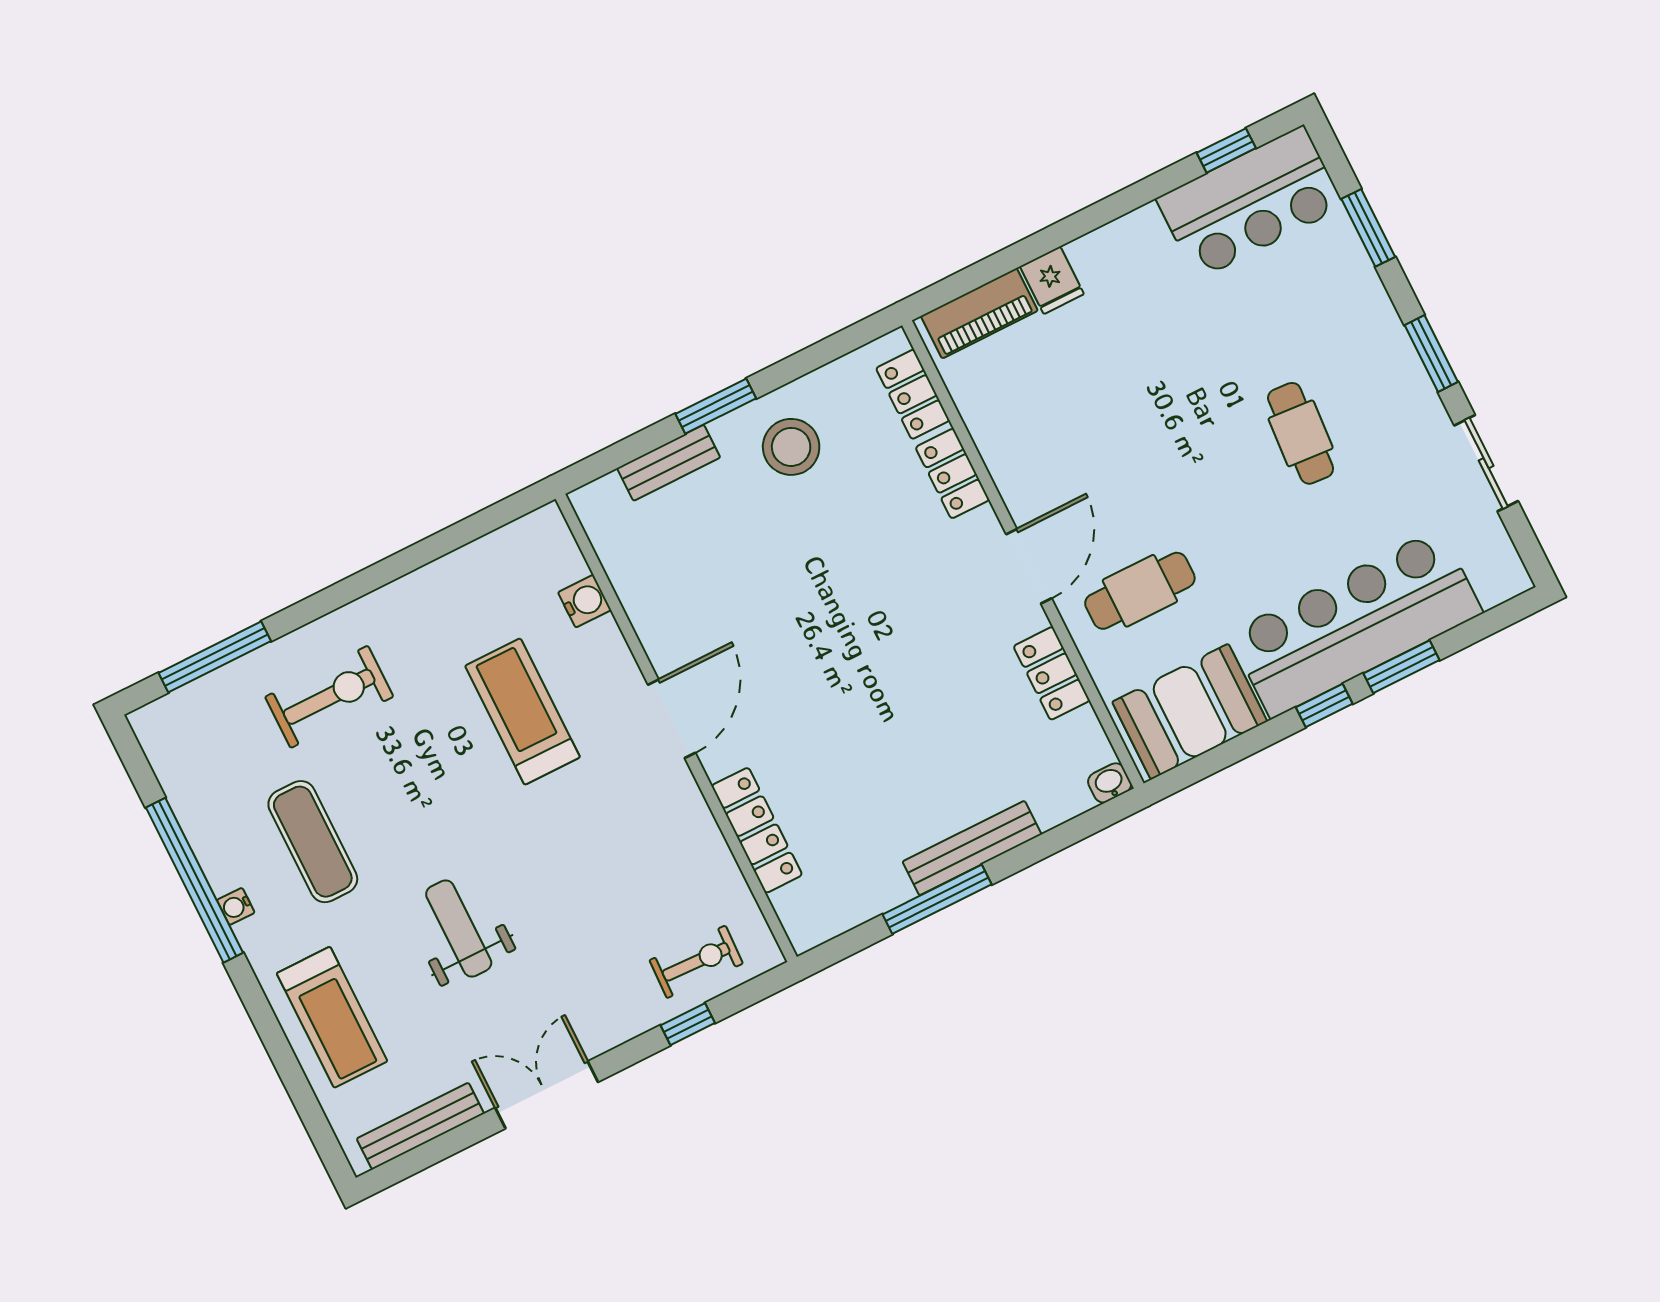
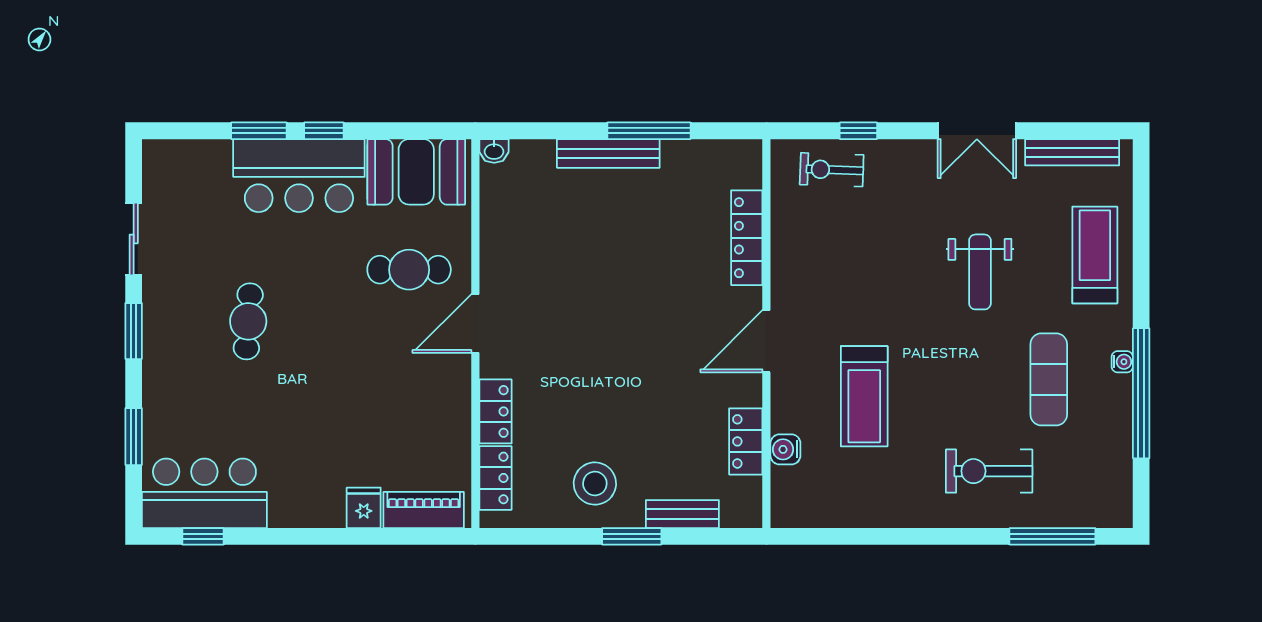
bar counter: (1356, 623) -> (299, 176), width x0.73
locker: (1052, 673) -> (746, 441), moved, turned 180

